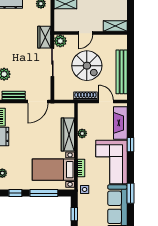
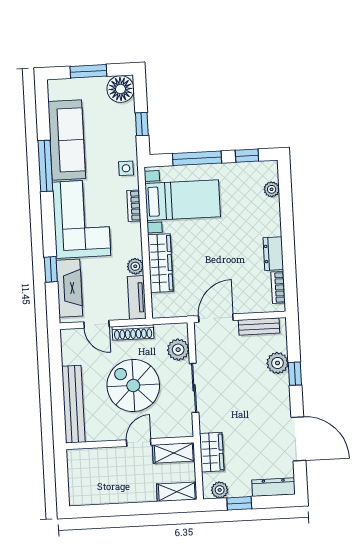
shelving: (115, 26) -> (174, 453), moved
wardrobe: (44, 37) -> (212, 452), moved
plant: (60, 41) -> (178, 350), moved
bench: (122, 72) -> (73, 404), moved
tv unit: (82, 116) -> (137, 298), added
window: (130, 145) -> (51, 269), moved
window: (130, 193) -> (45, 166), width x1.44

